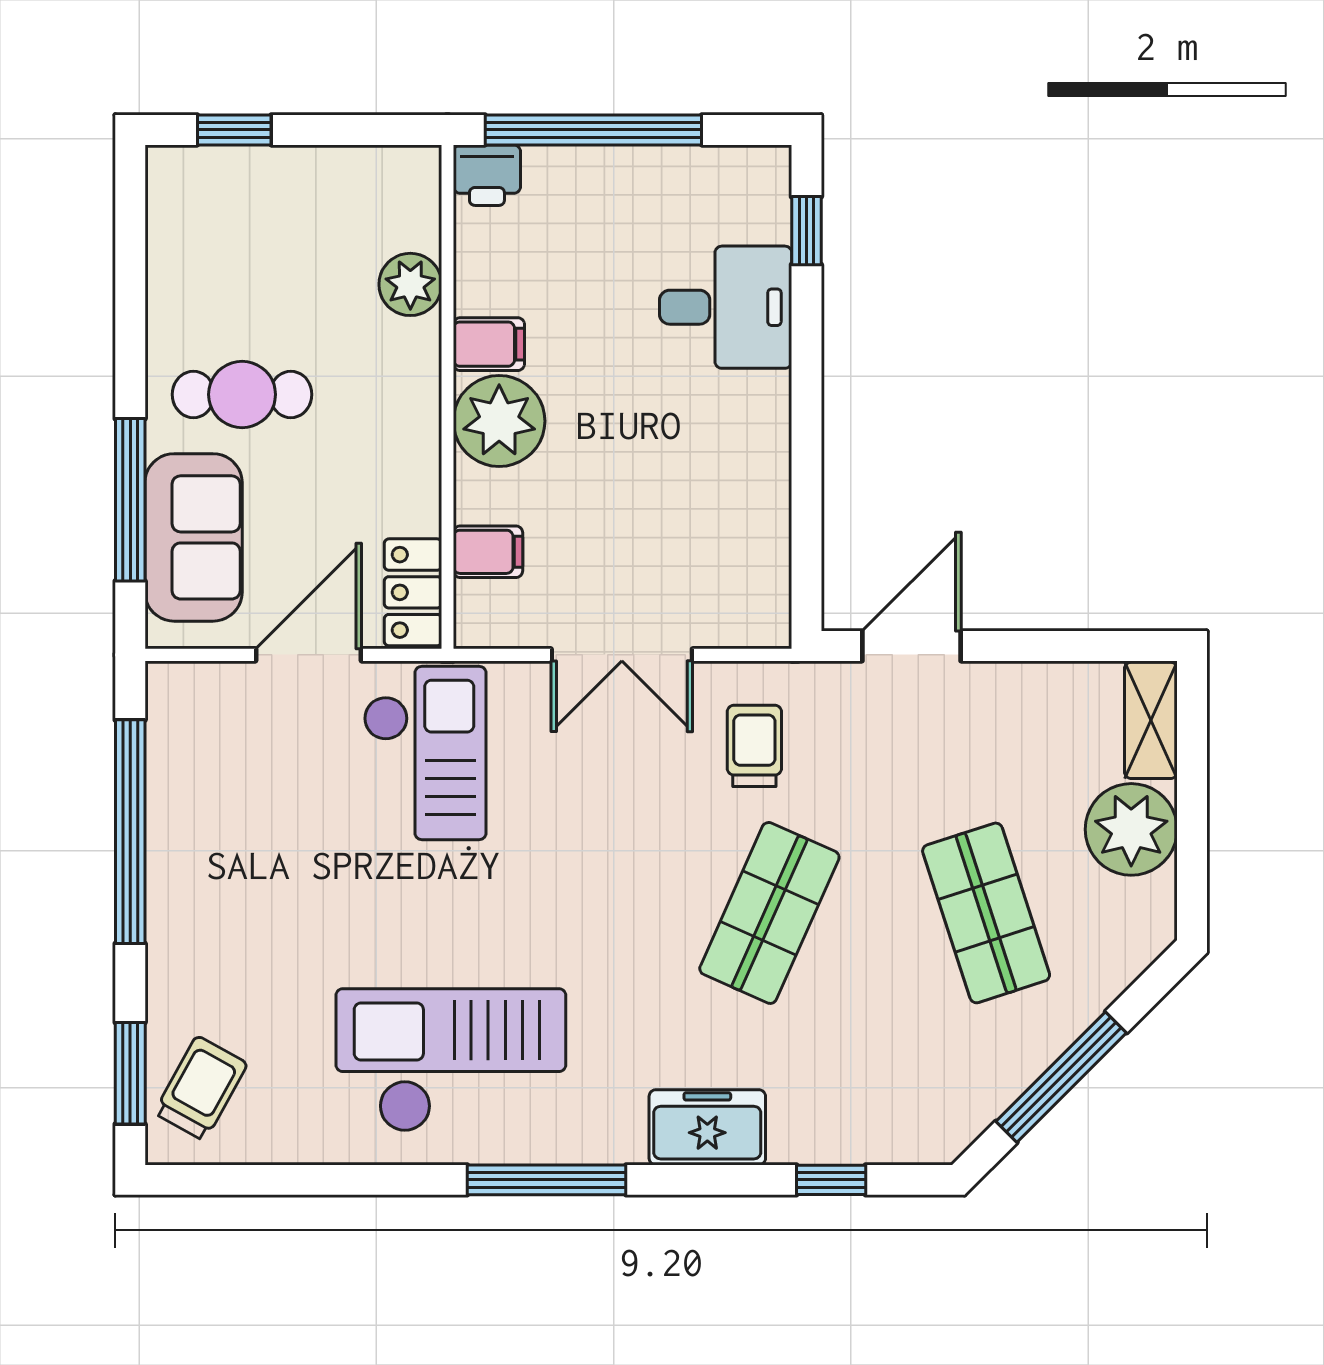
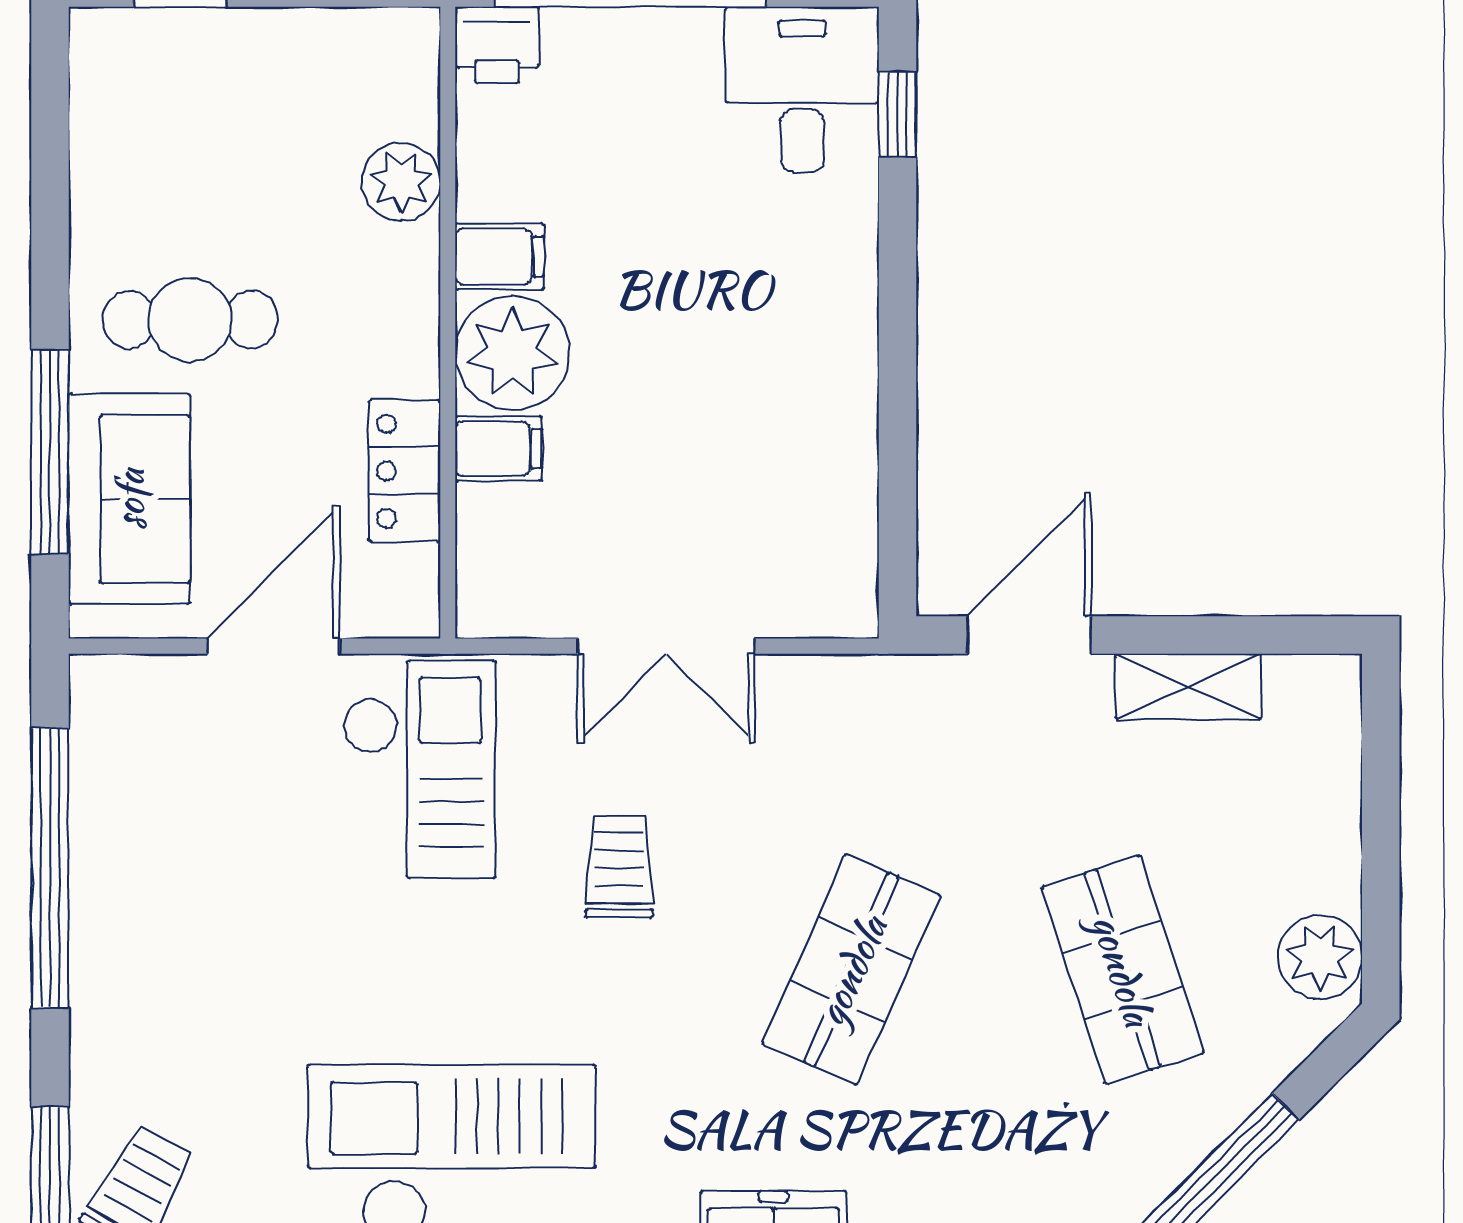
desk: (726, 307) -> (802, 90), moved, turned -90
filing cabinet: (488, 552) -> (498, 449), moved
locker: (413, 592) -> (404, 471), moved
shelving: (1151, 720) -> (1188, 687), moved, turned 90
trolley: (754, 746) -> (619, 866), moved
plant: (1131, 829) -> (1320, 957), moved, width x0.73, depth x0.73

